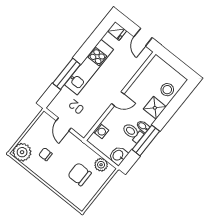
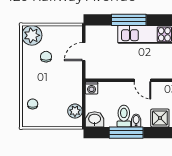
washing machine: (101, 131) -> (92, 88), moved
chair: (80, 174) -> (33, 104), moved, width x0.54, depth x0.54

